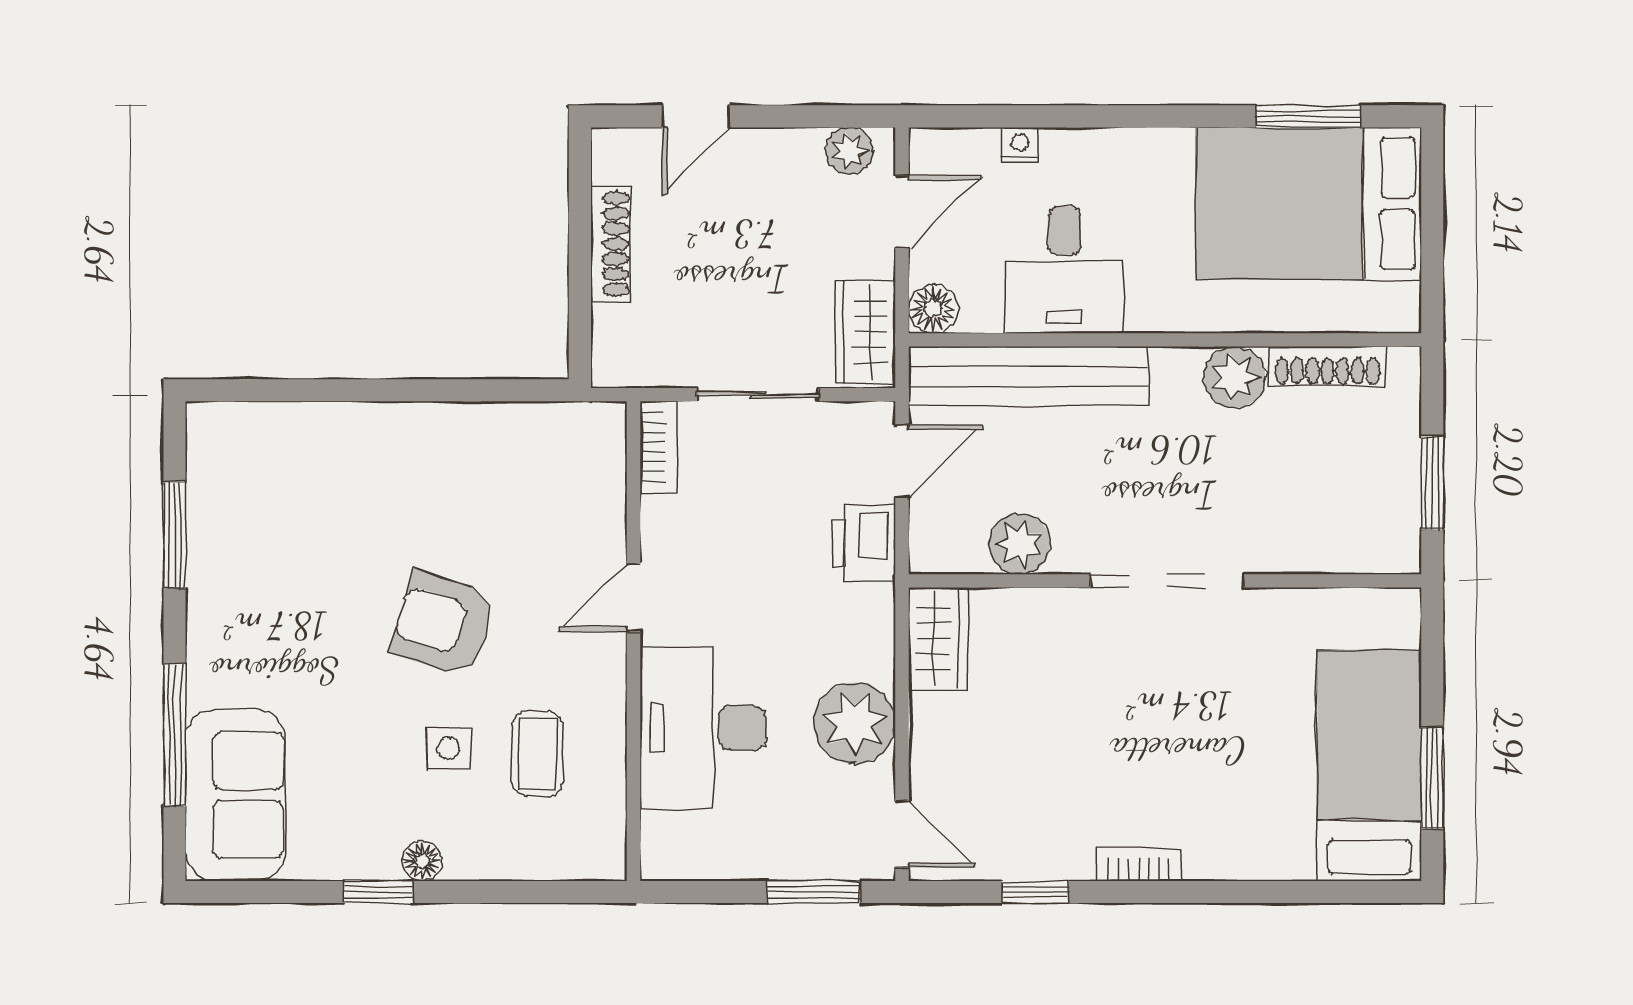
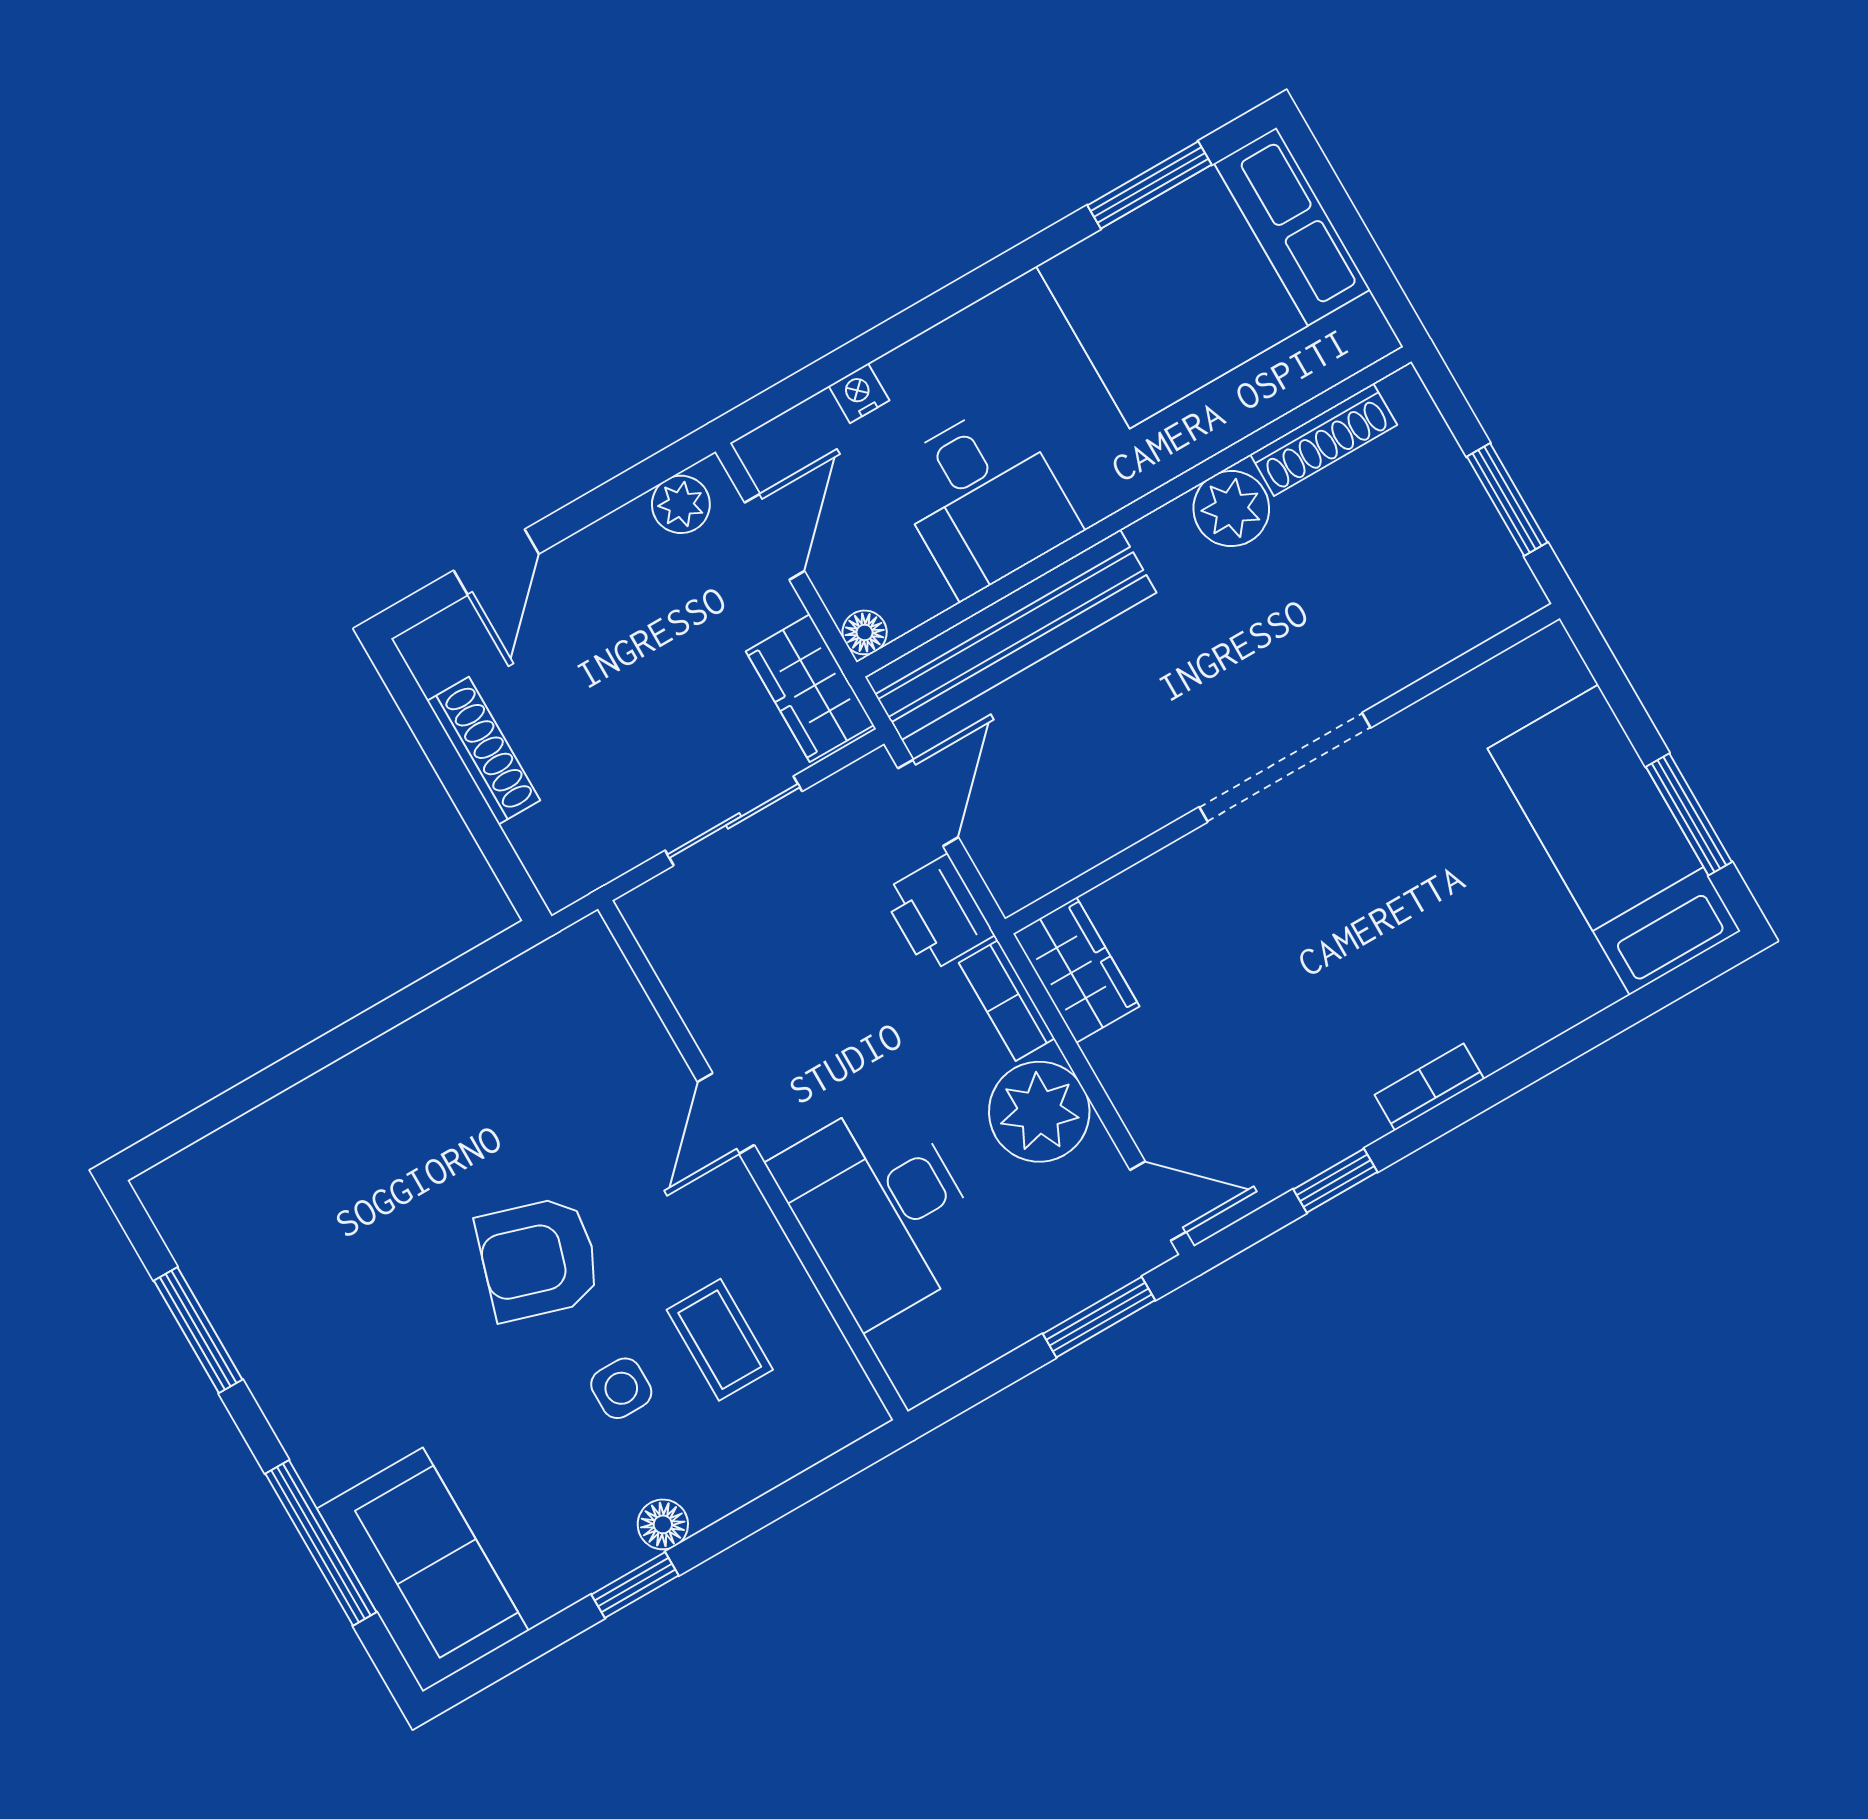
floor lamp: (933, 309) -> (865, 632), width x0.73, depth x0.73
bookcase: (659, 447) -> (1007, 1001), moved, turned 180
plant: (1020, 544) -> (1105, 819), removed

